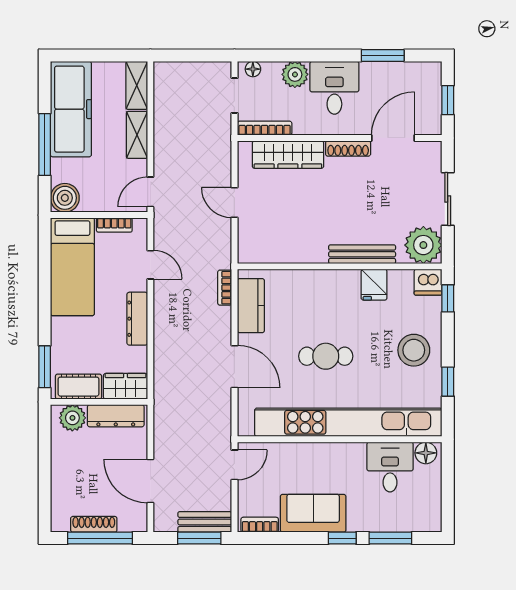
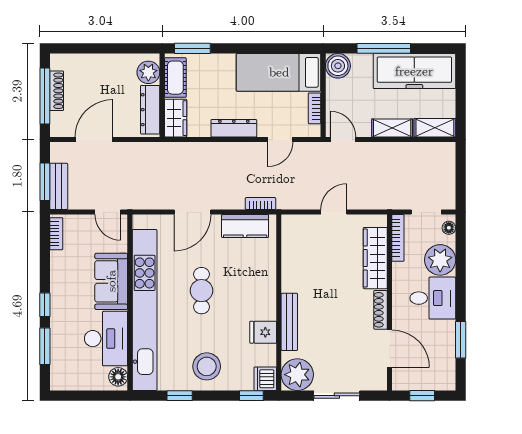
plant: (295, 74) -> (440, 260), width x1.36, depth x1.36
desk: (390, 467) -> (106, 339), width x1.37
sofa: (313, 513) -> (111, 281), moved, turned 180

